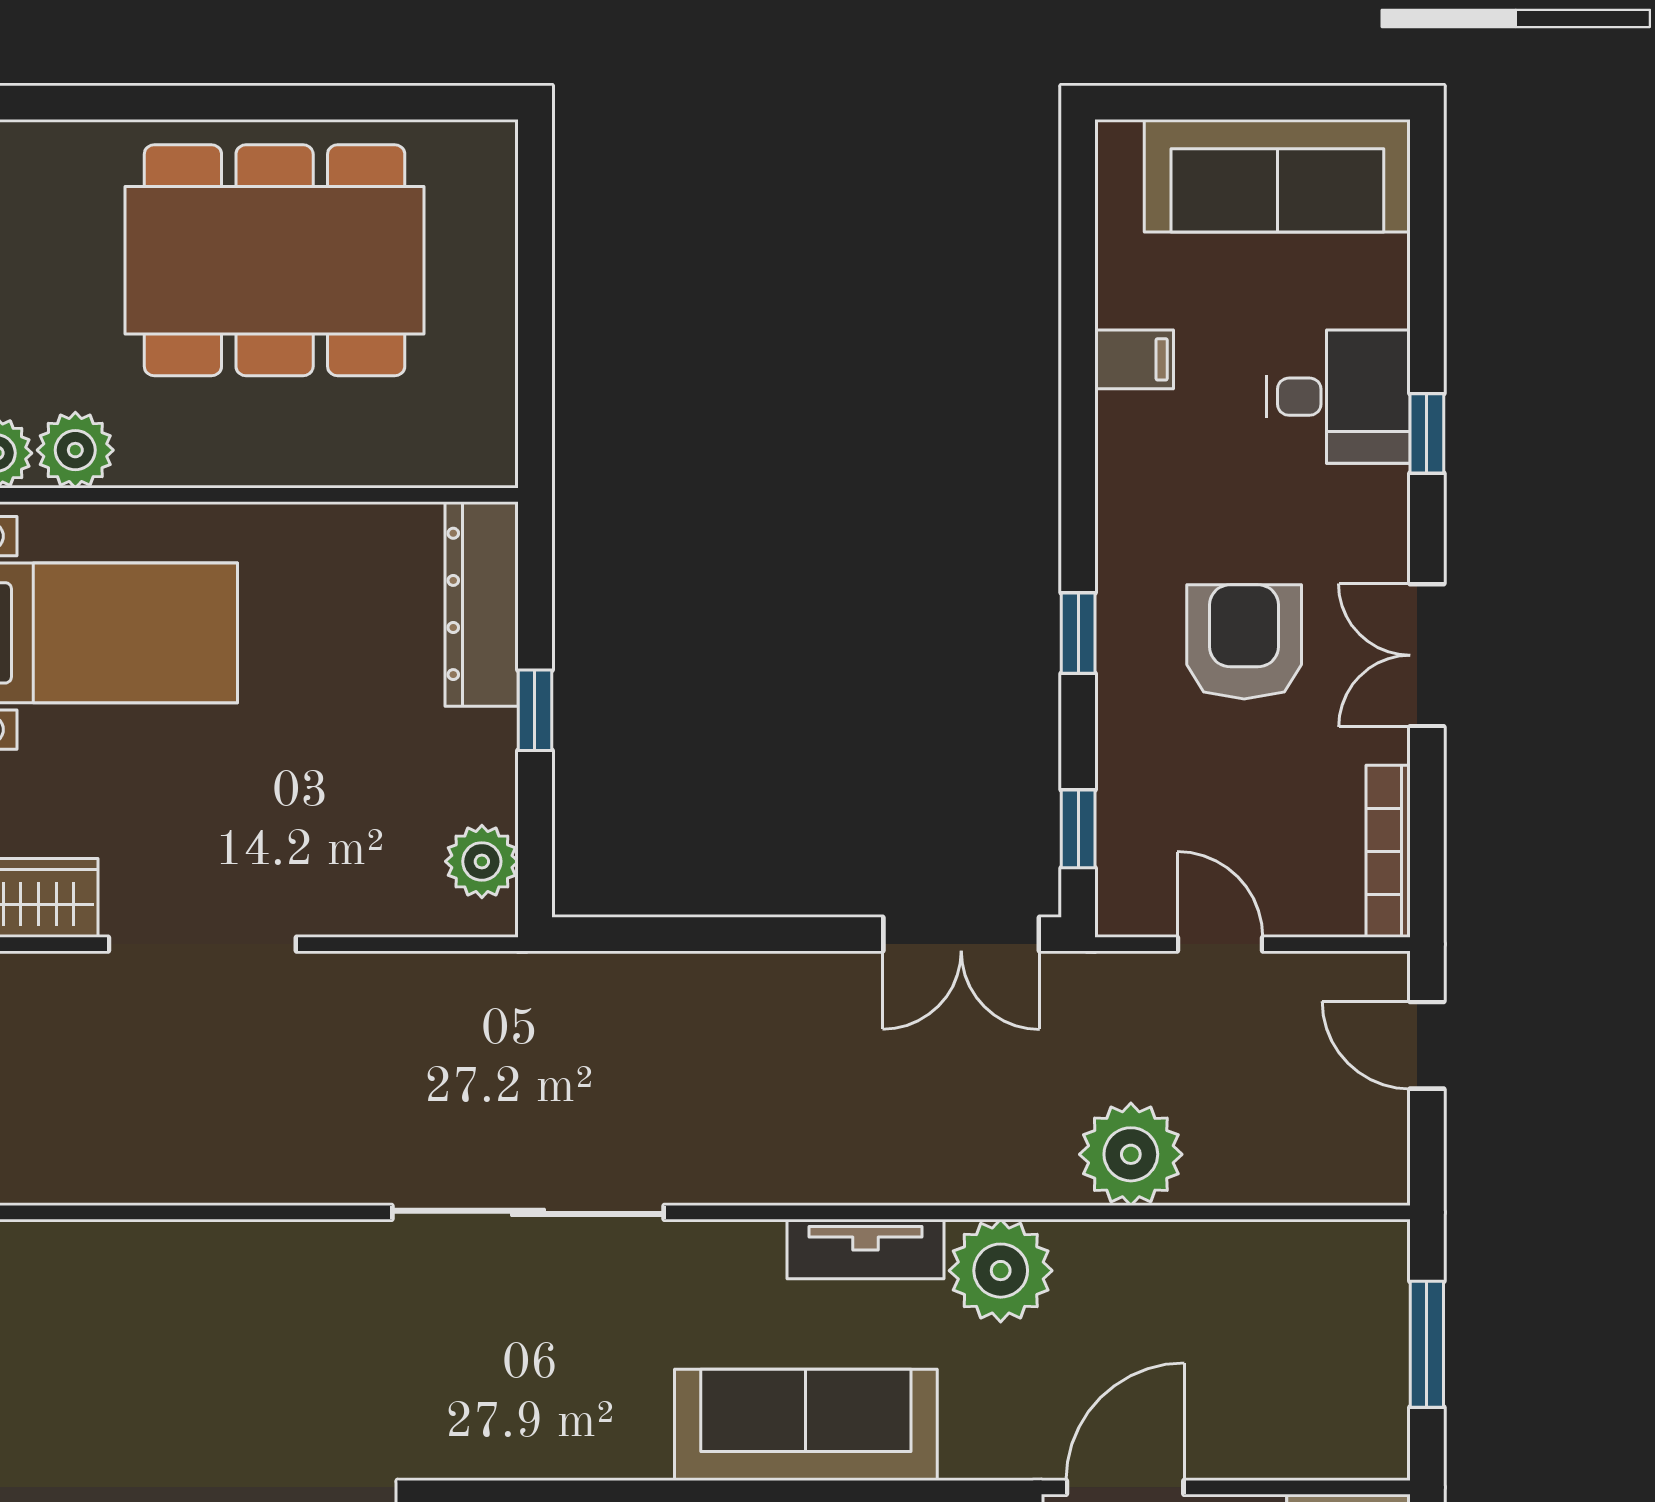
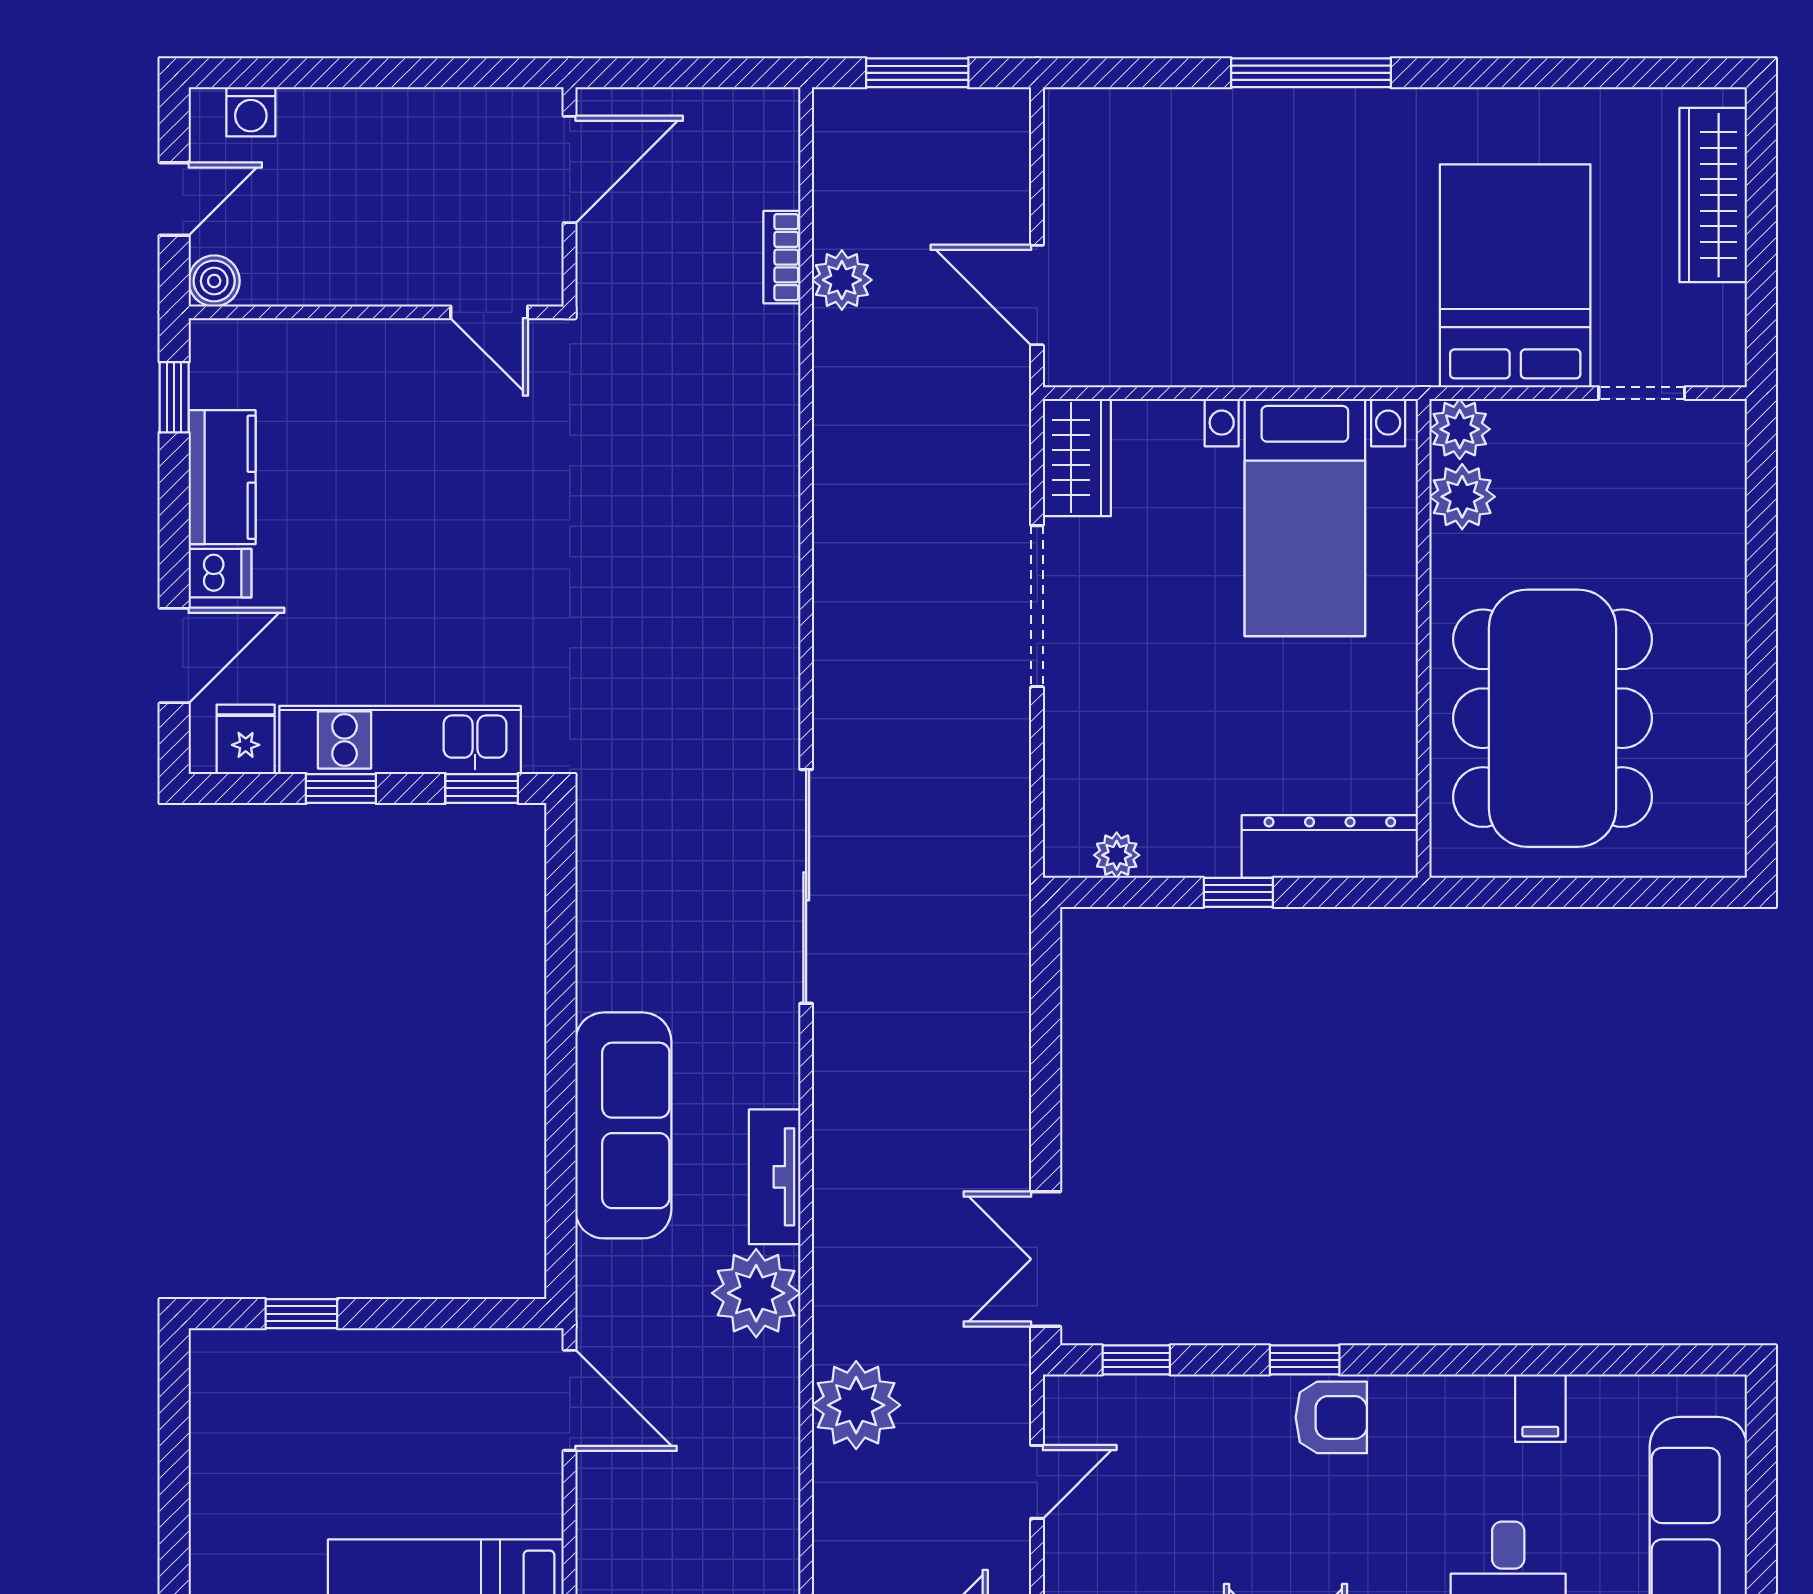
dining table: (275, 260) -> (1552, 718), moved
armchair: (1244, 642) -> (1331, 1417), moved, width x0.72, depth x0.72
plant: (482, 861) -> (1117, 855), width x0.73, depth x0.73

